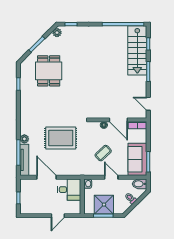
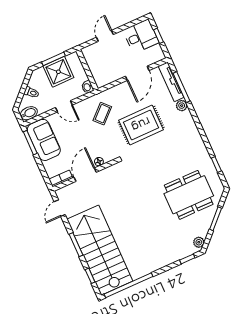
stairs: (137, 50) -> (100, 250), width x1.36, depth x1.51
dining table: (49, 71) -> (189, 195), width x1.38
door: (148, 104) -> (60, 208), swing flipped
door: (118, 120) -> (85, 175), hinge flipped
coffee table: (103, 153) -> (102, 114), moved
door: (46, 177) -> (137, 73), hinge flipped
desk: (69, 190) -> (141, 36), moved, turned 180

